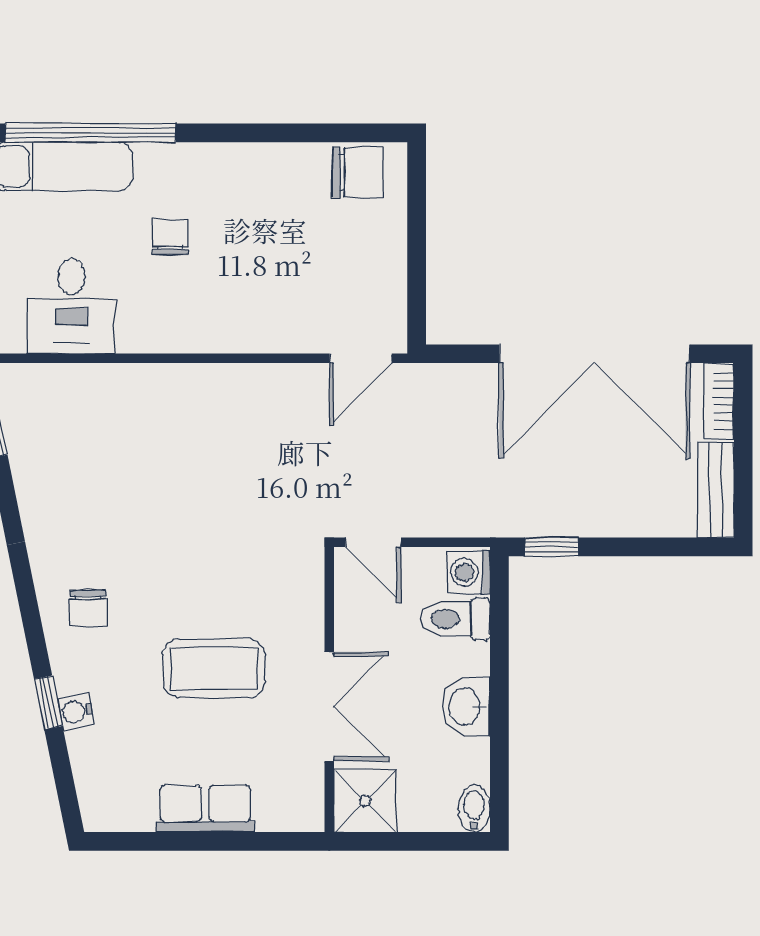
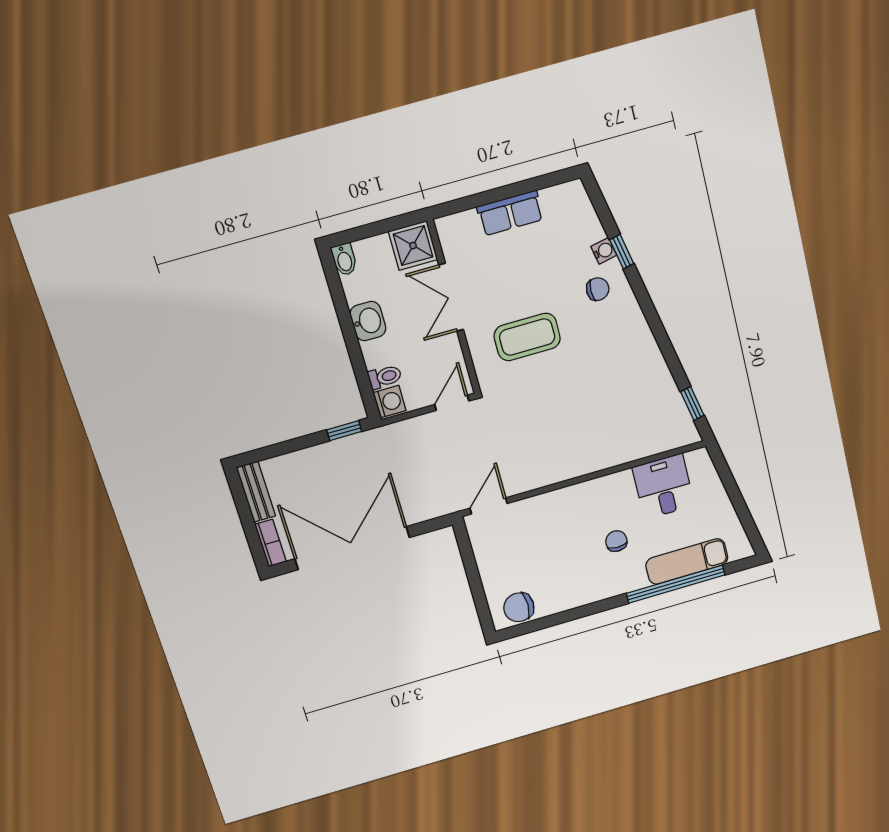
chair: (170, 237) -> (616, 541), turned 180
door: (373, 542) -> (452, 403), hinge flipped
chair: (88, 608) -> (598, 289), moved, turned 90
toilet: (455, 619) -> (385, 377), width x0.73, depth x0.72
coffee table: (214, 668) -> (527, 337), moved

